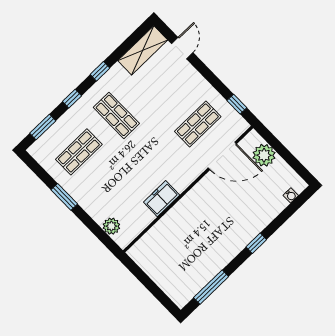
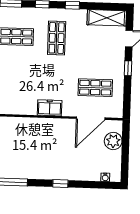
window: (237, 104) -> (128, 68), moved
door: (222, 156) -> (91, 118), hinge flipped
freezer: (162, 199) -> (50, 108), moved

